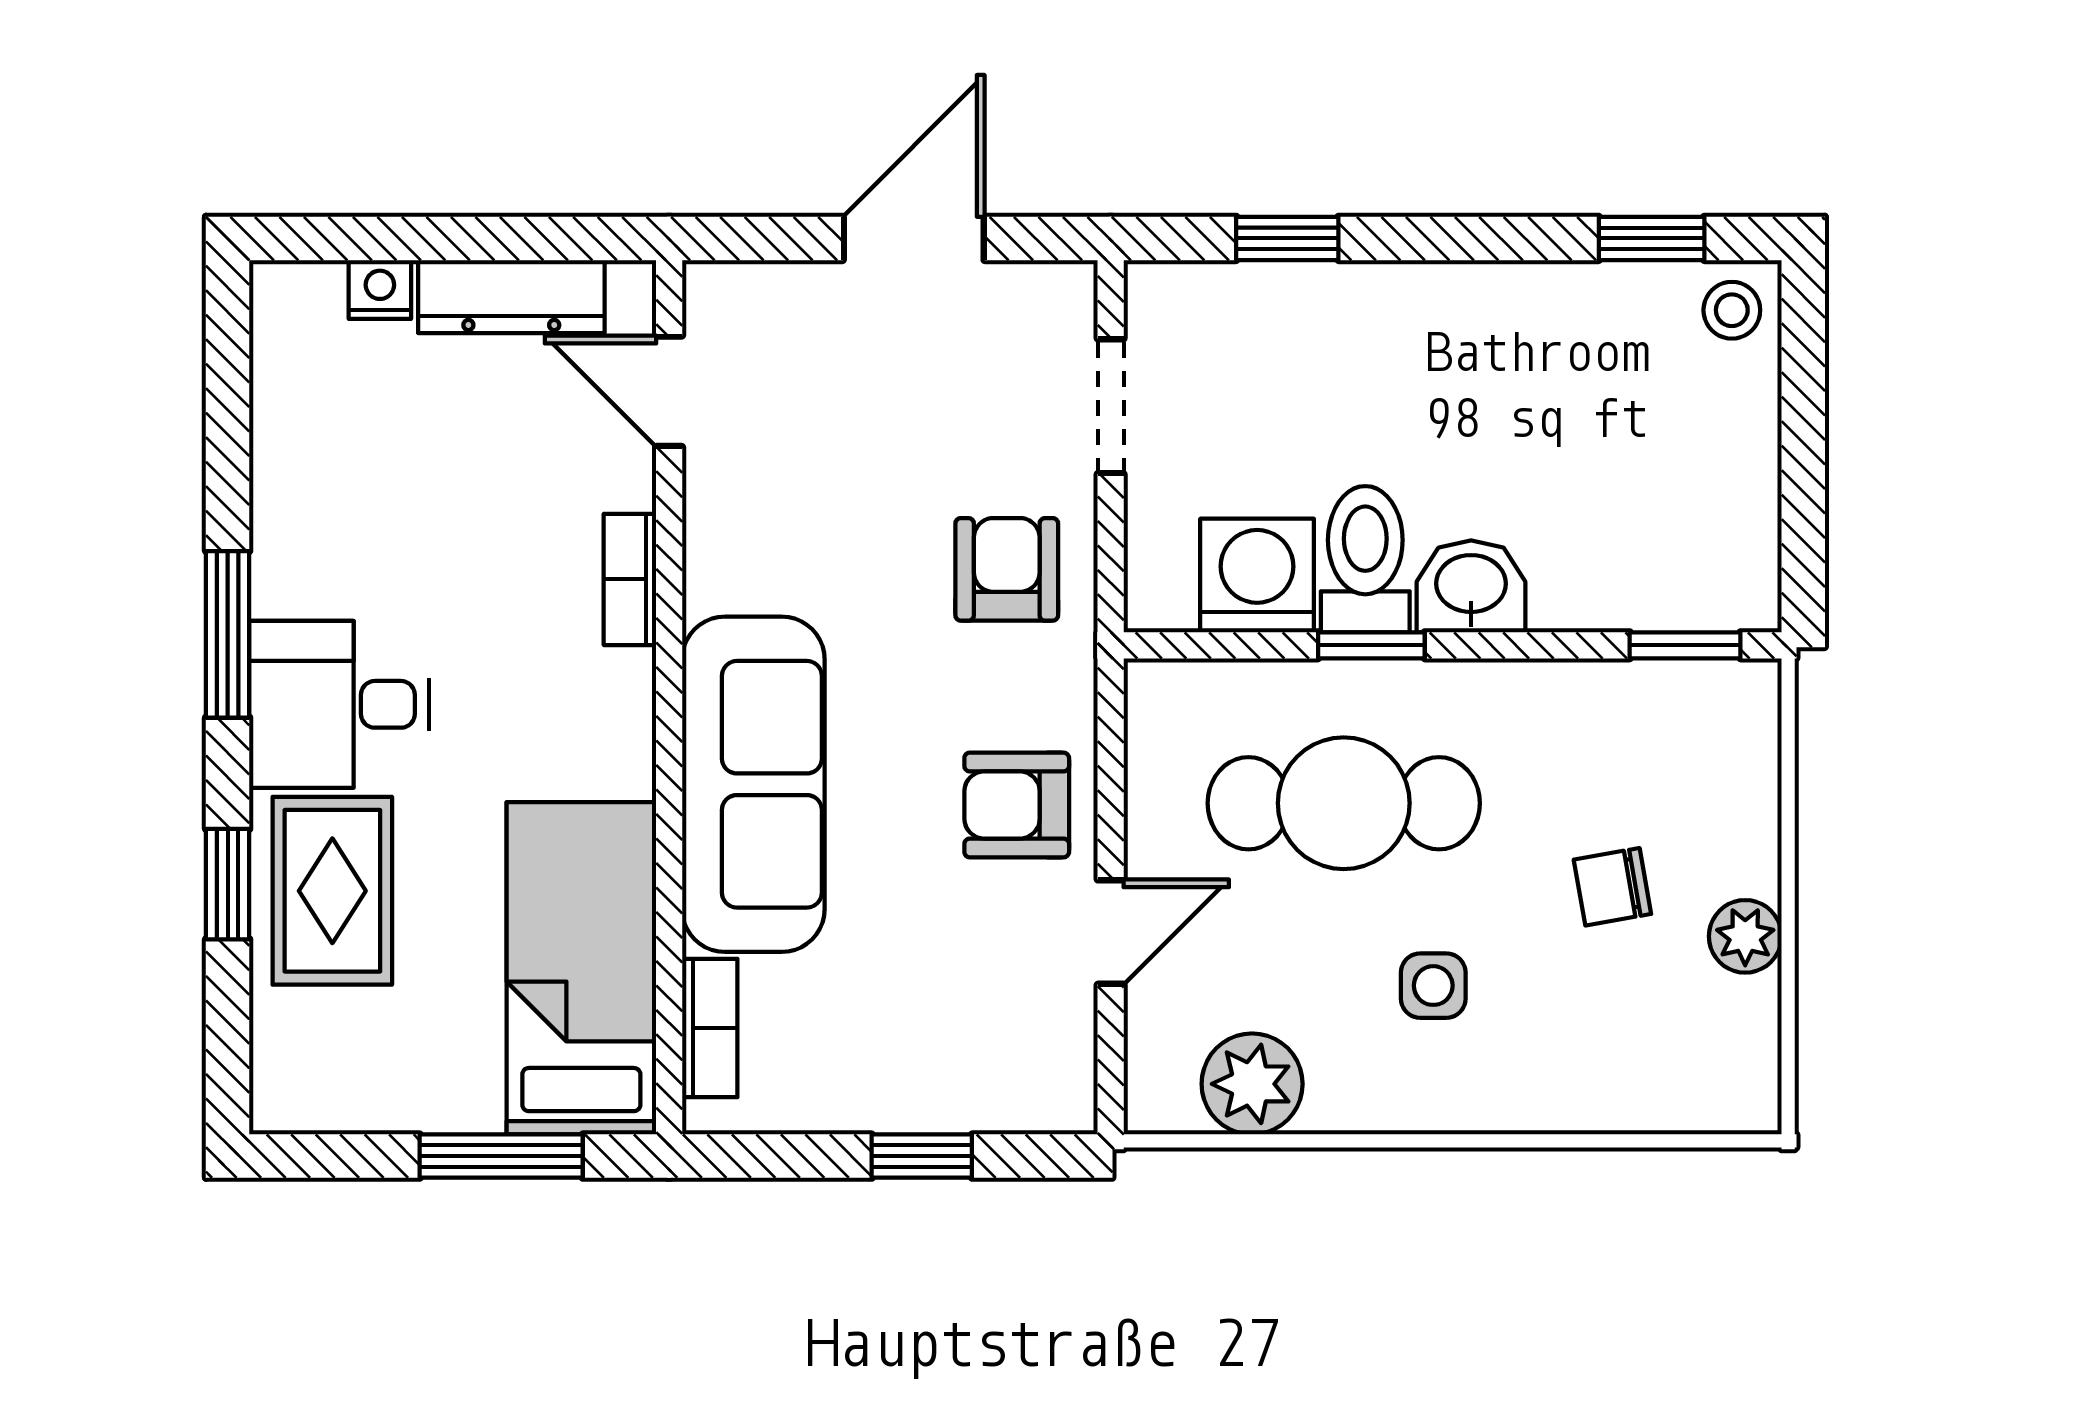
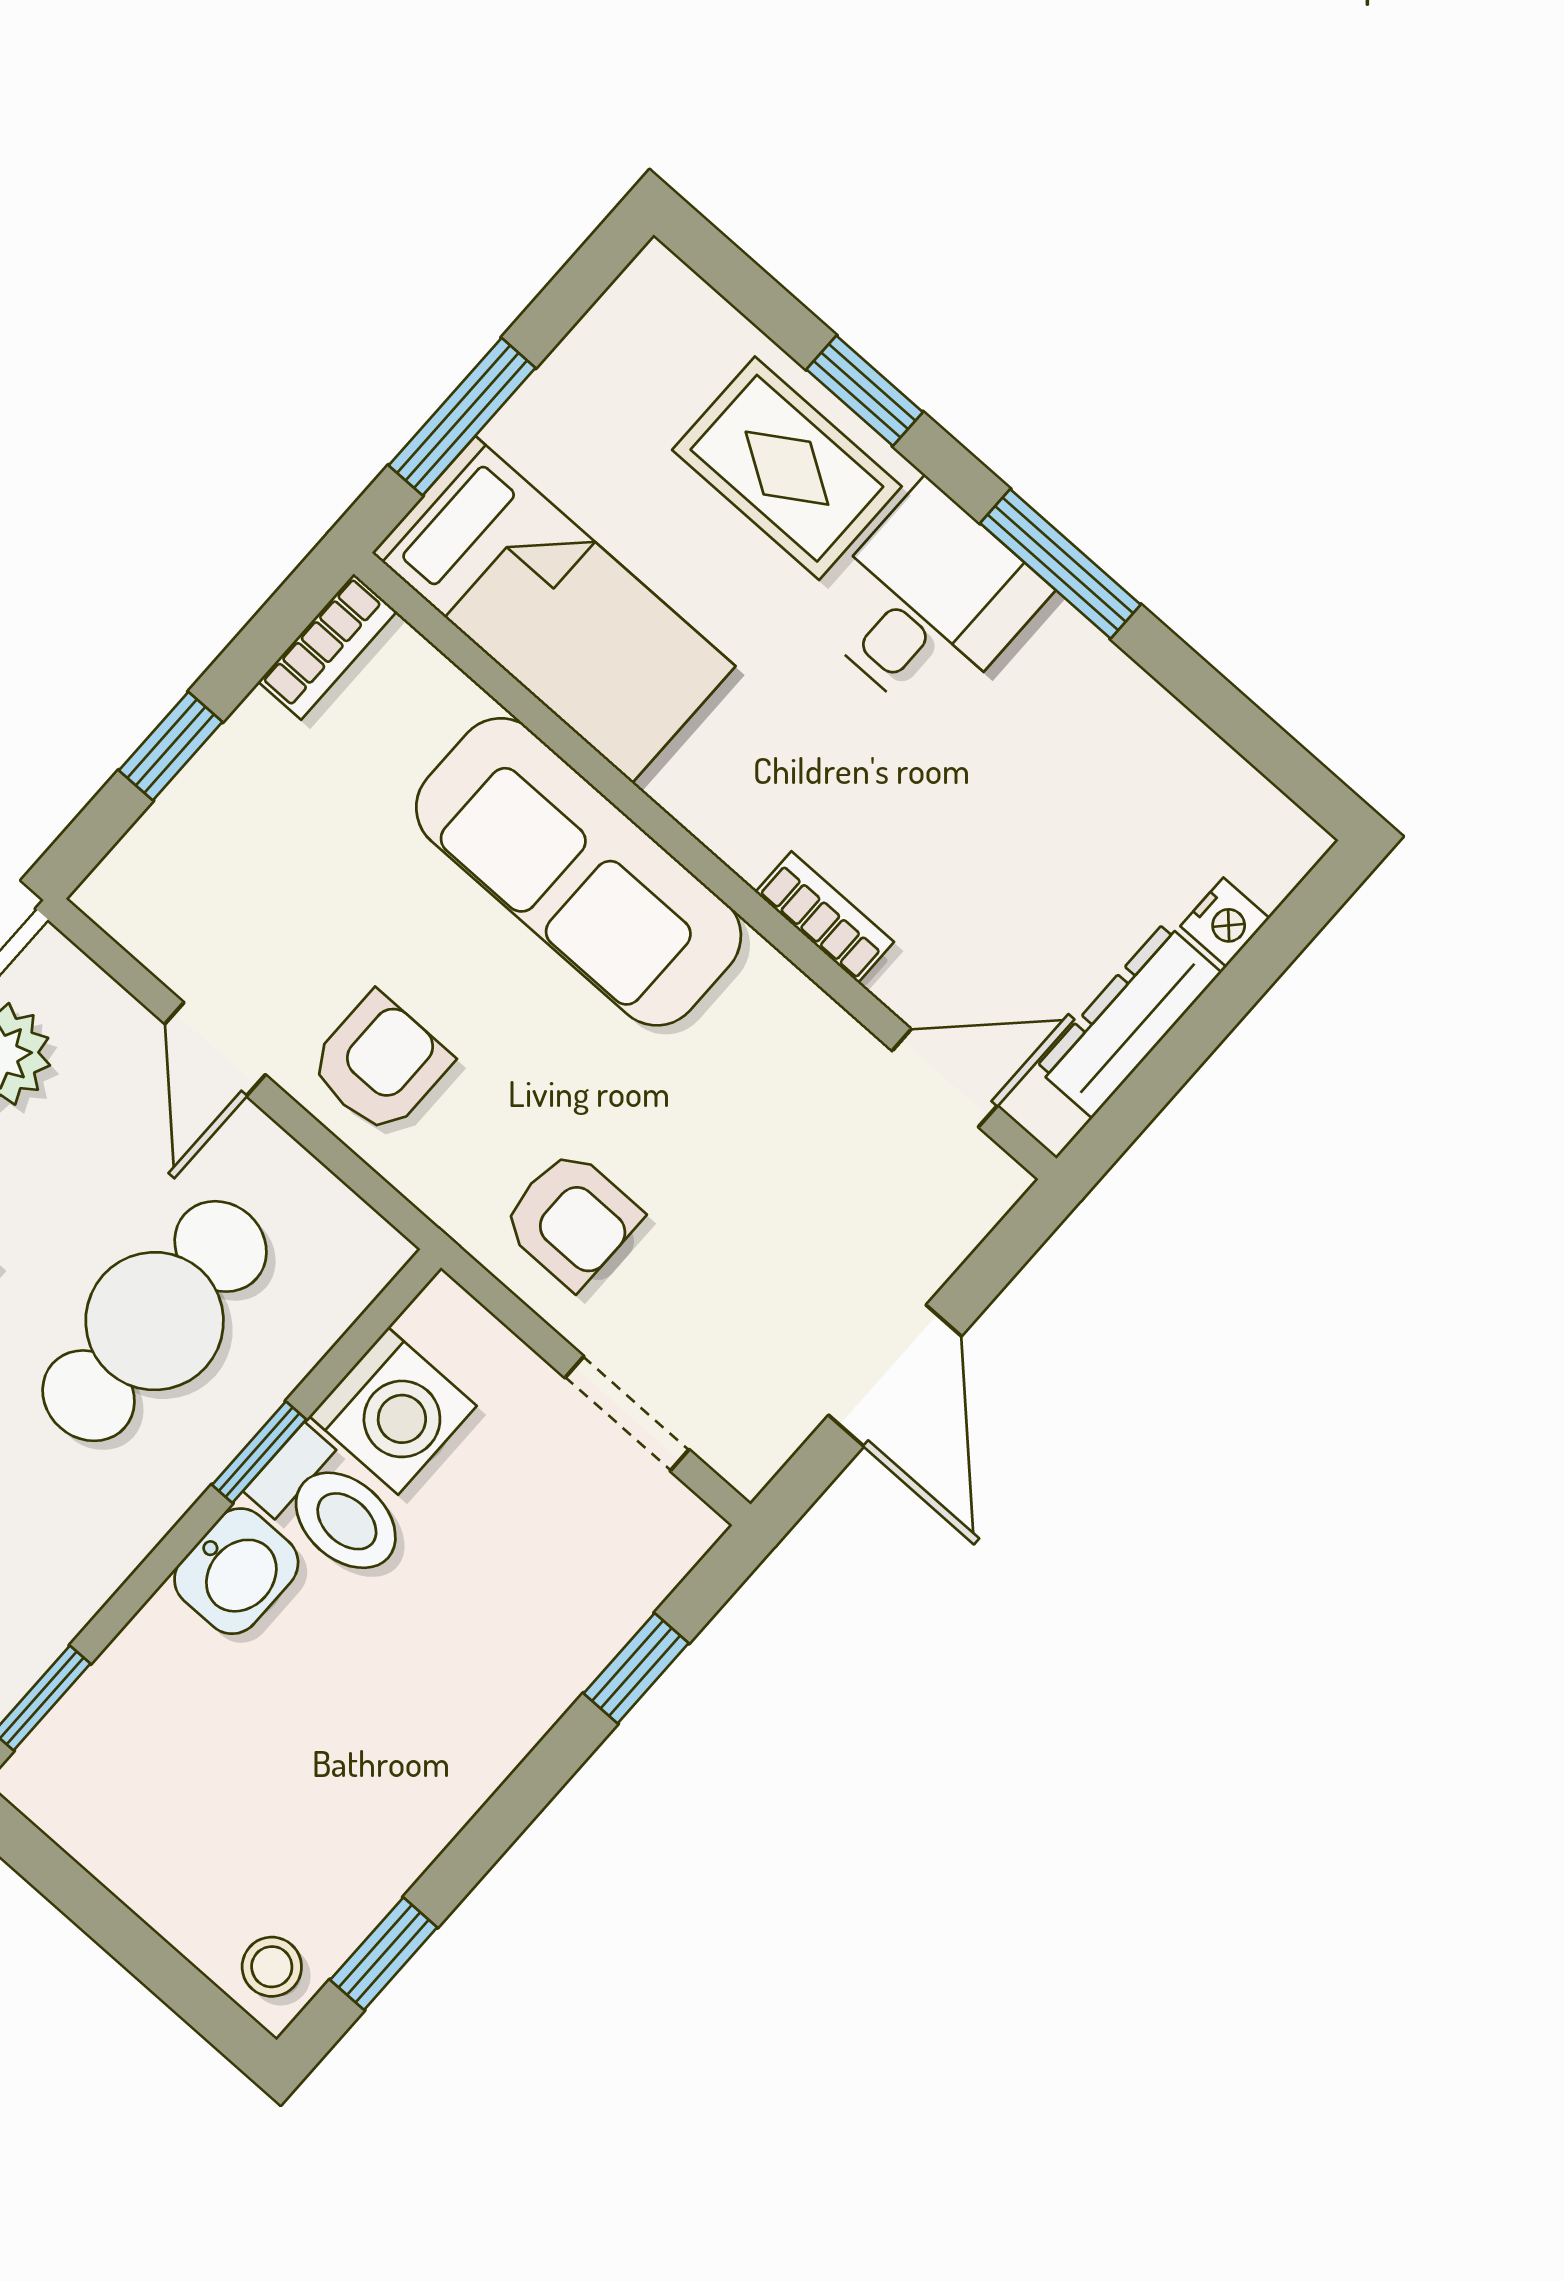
bookcase: (710, 1028) -> (327, 647), moved, turned -90

